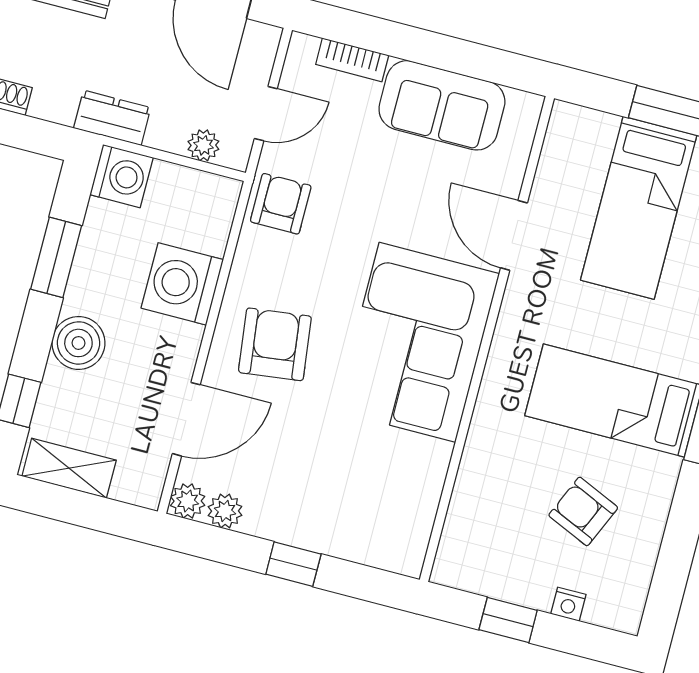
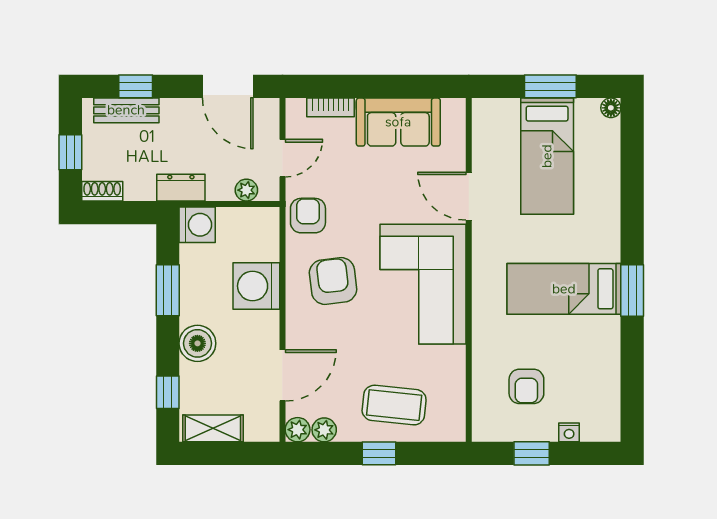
armchair: (275, 344) -> (333, 281), moved
coffee table: (332, 502) -> (394, 405), added
armchair: (583, 511) -> (526, 386), moved, turned -114

